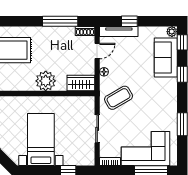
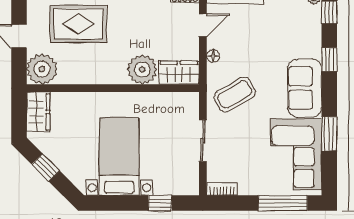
sofa: (166, 57) -> (305, 88), moved
plant: (46, 81) -> (142, 70), moved
corner sofa: (146, 149) -> (296, 154), moved, turned -90

